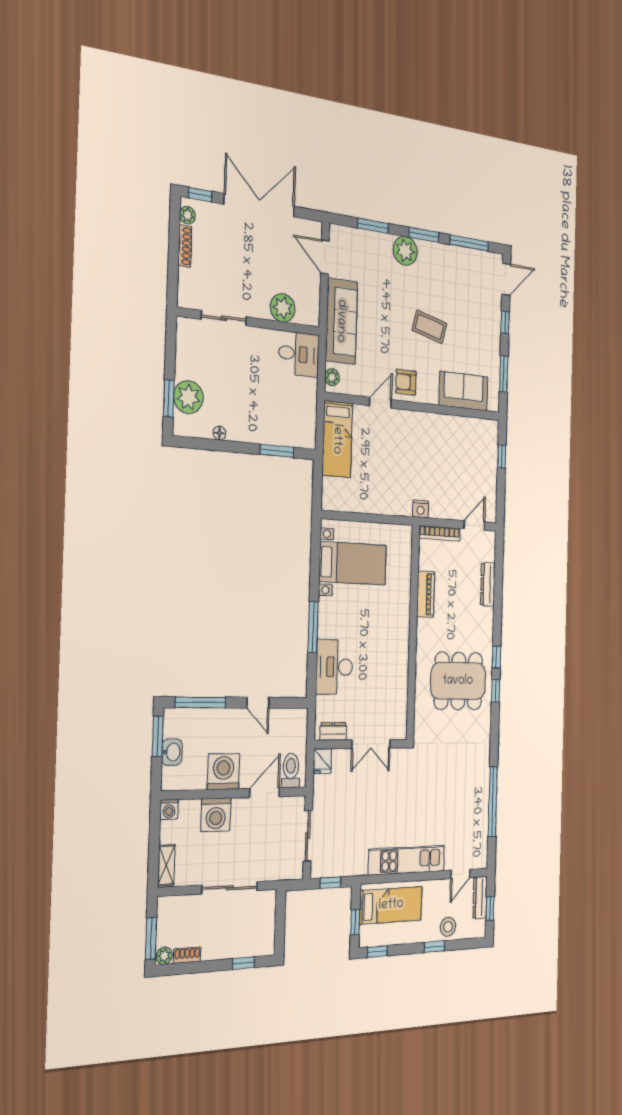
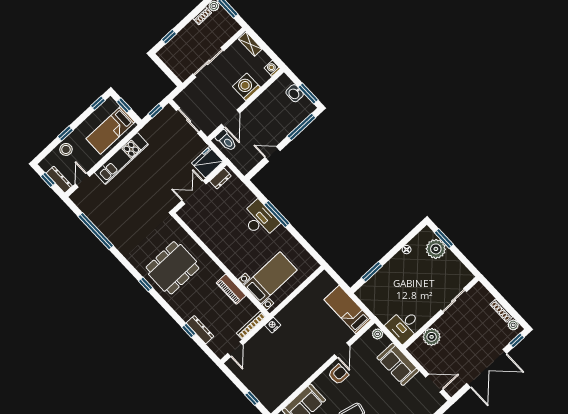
sofa: (341, 321) -> (398, 364), width x0.73
bed with nightstands: (353, 563) -> (270, 278), moved, turned 180
window: (496, 657) -> (189, 330), moved
desk: (334, 667) -> (260, 220), moved
fridge: (322, 761) -> (207, 162), width x1.88, depth x1.34
washing machine: (223, 771) -> (261, 109), removed

